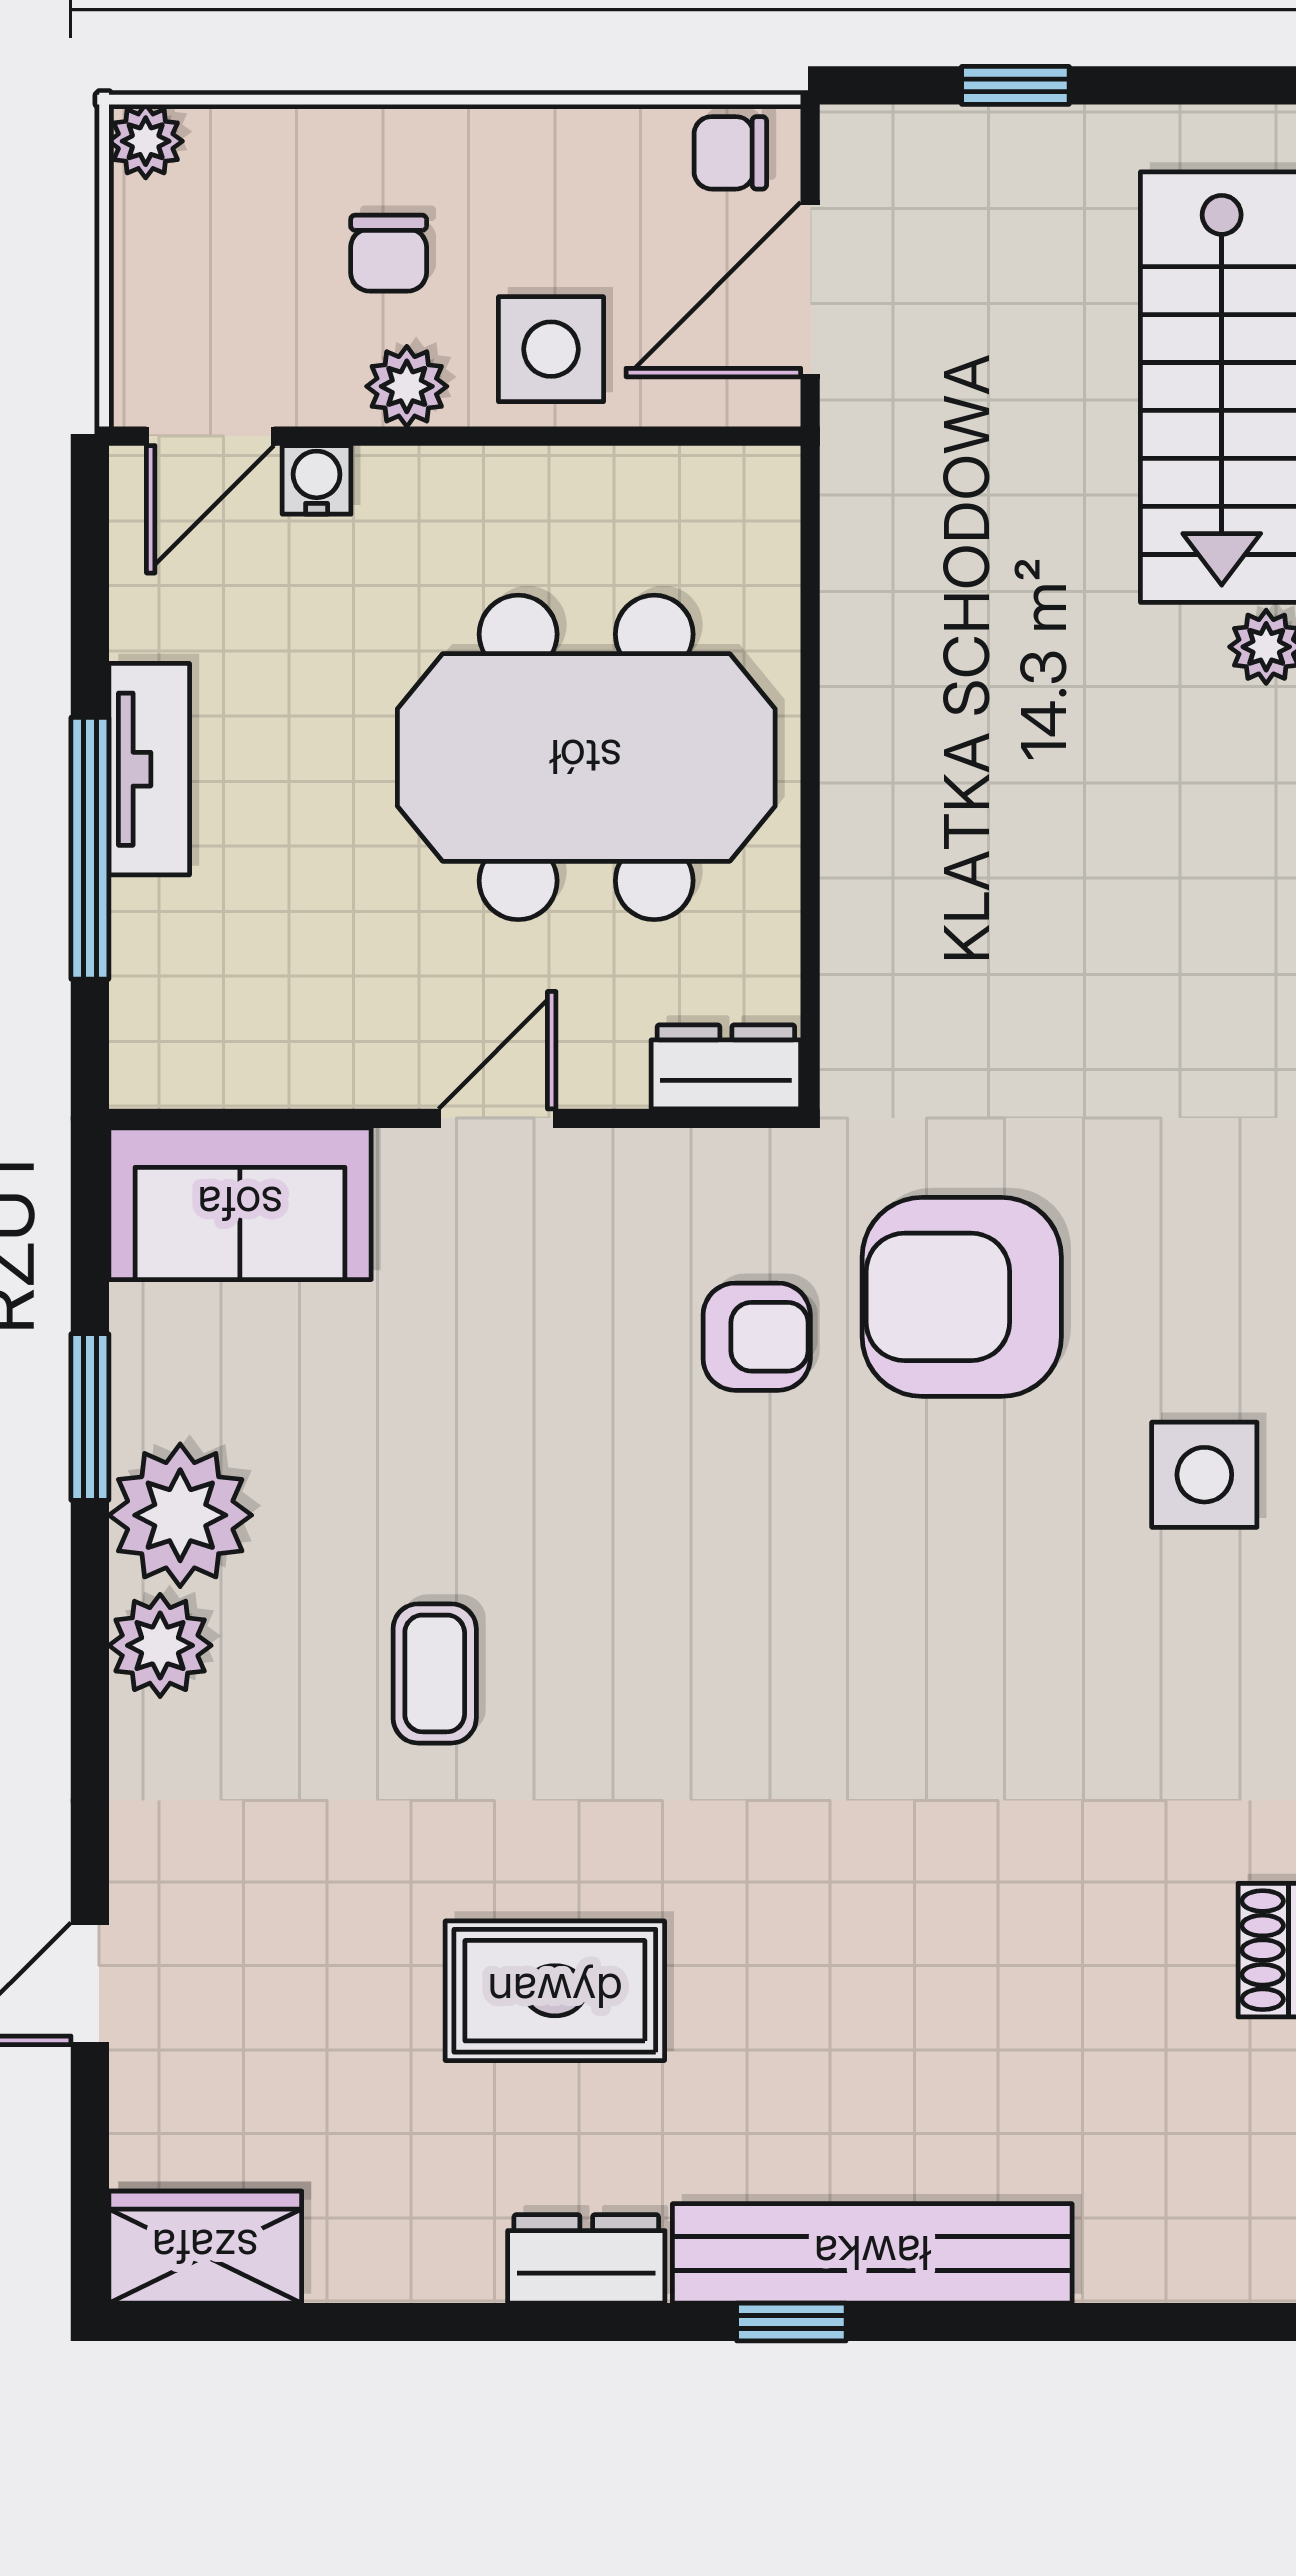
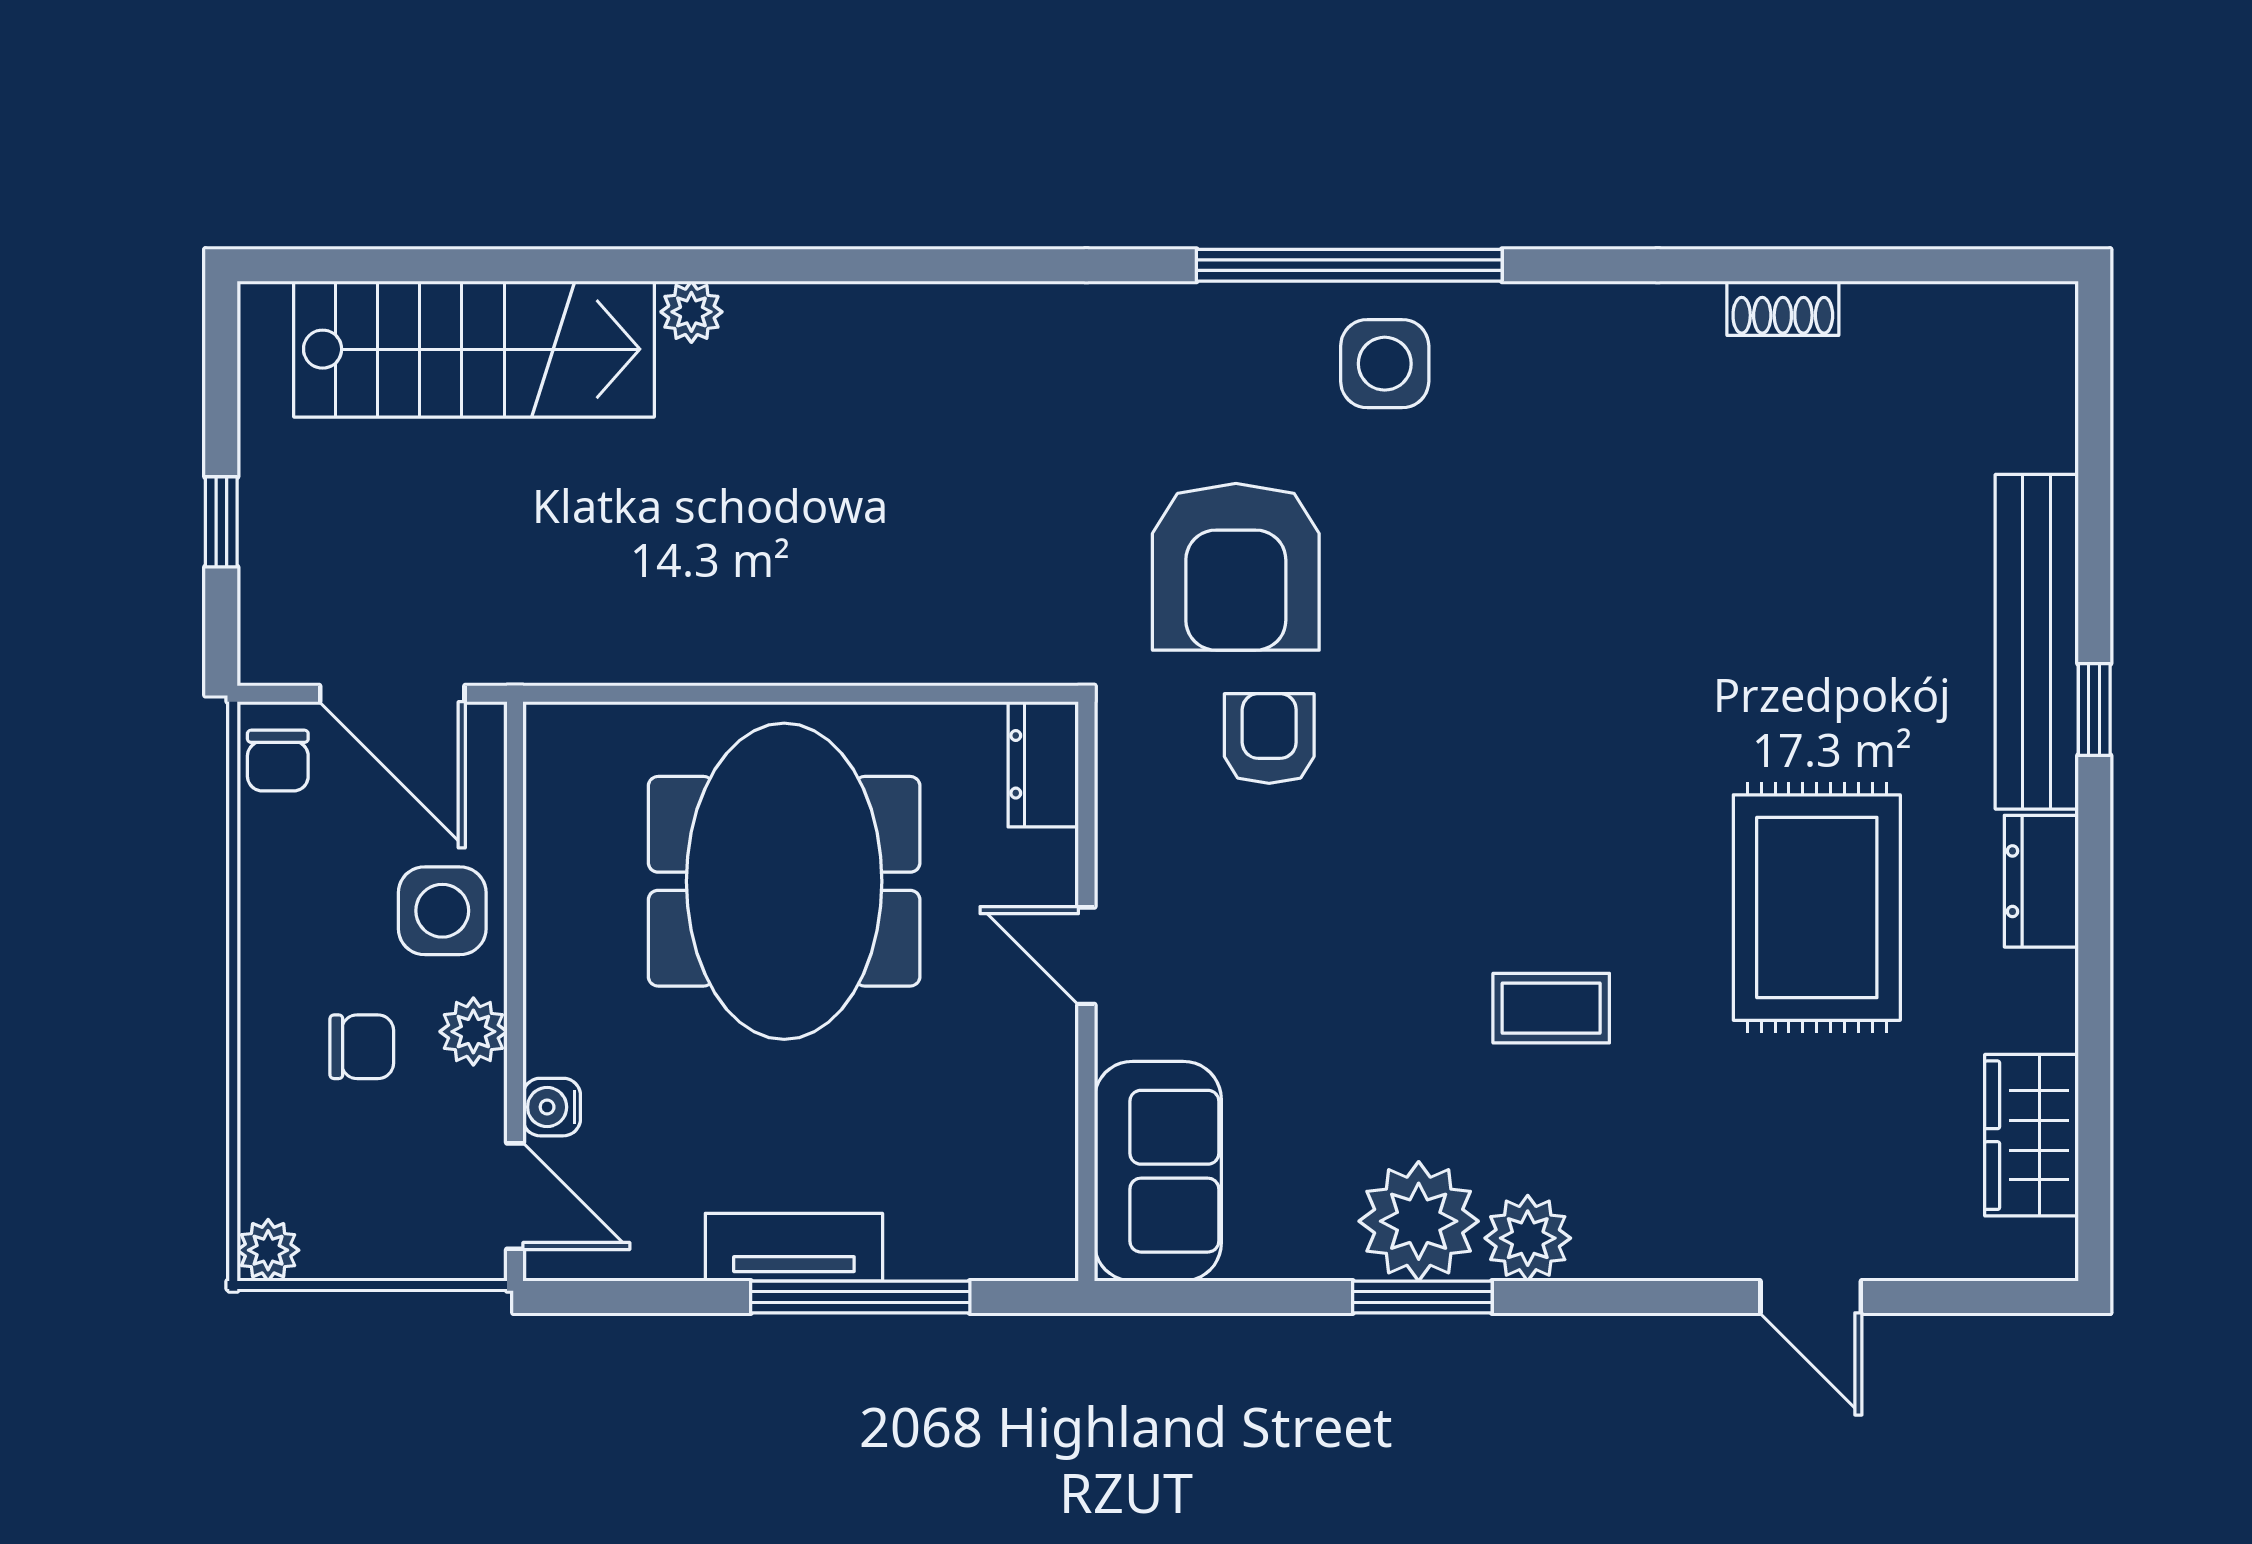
window: (90, 1417) -> (1422, 1297), moved
rug: (555, 1991) -> (1817, 908), width x1.36, depth x1.43
wardrobe: (205, 2247) -> (2032, 1135), moved

